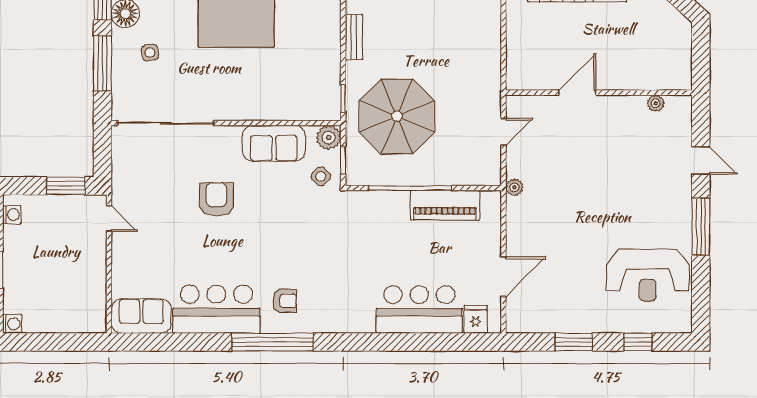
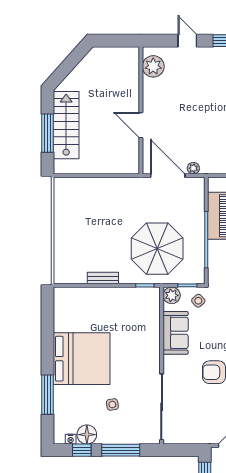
side table: (150, 53) -> (112, 405), moved
plant: (656, 103) -> (153, 66), width x1.87, depth x1.87
door: (504, 132) -> (168, 176), width x1.88
door: (701, 161) -> (187, 41), hinge flipped
plant: (514, 187) -> (193, 168), moved

